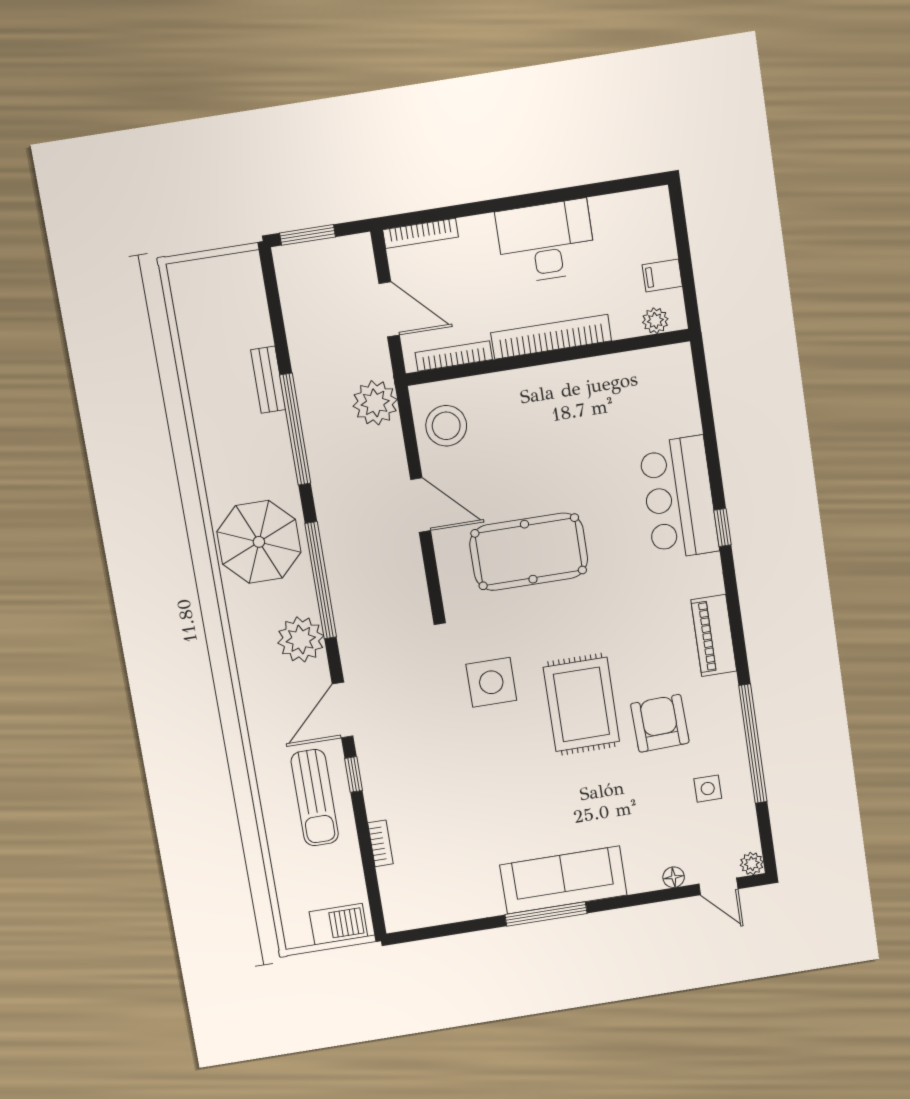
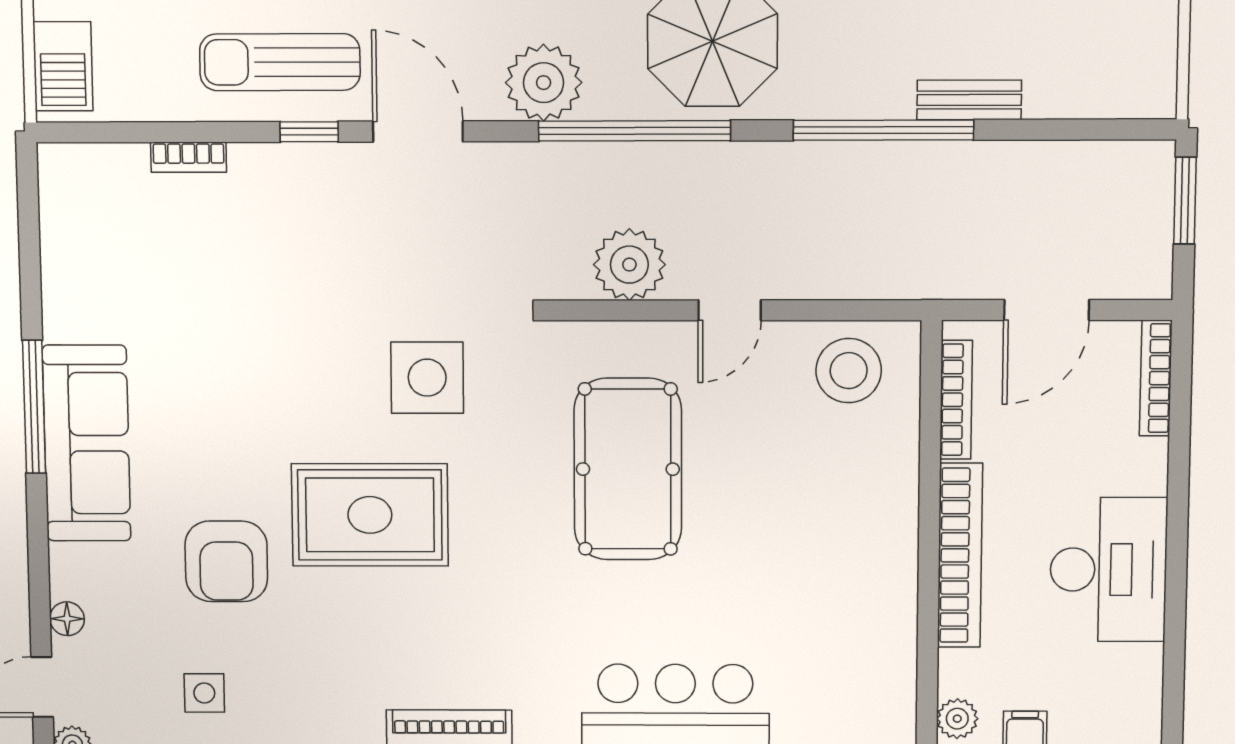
plant: (375, 403) -> (629, 265), moved
door: (421, 505) -> (730, 310), width x0.73
armchair: (660, 723) -> (226, 561), moved, turned 92

